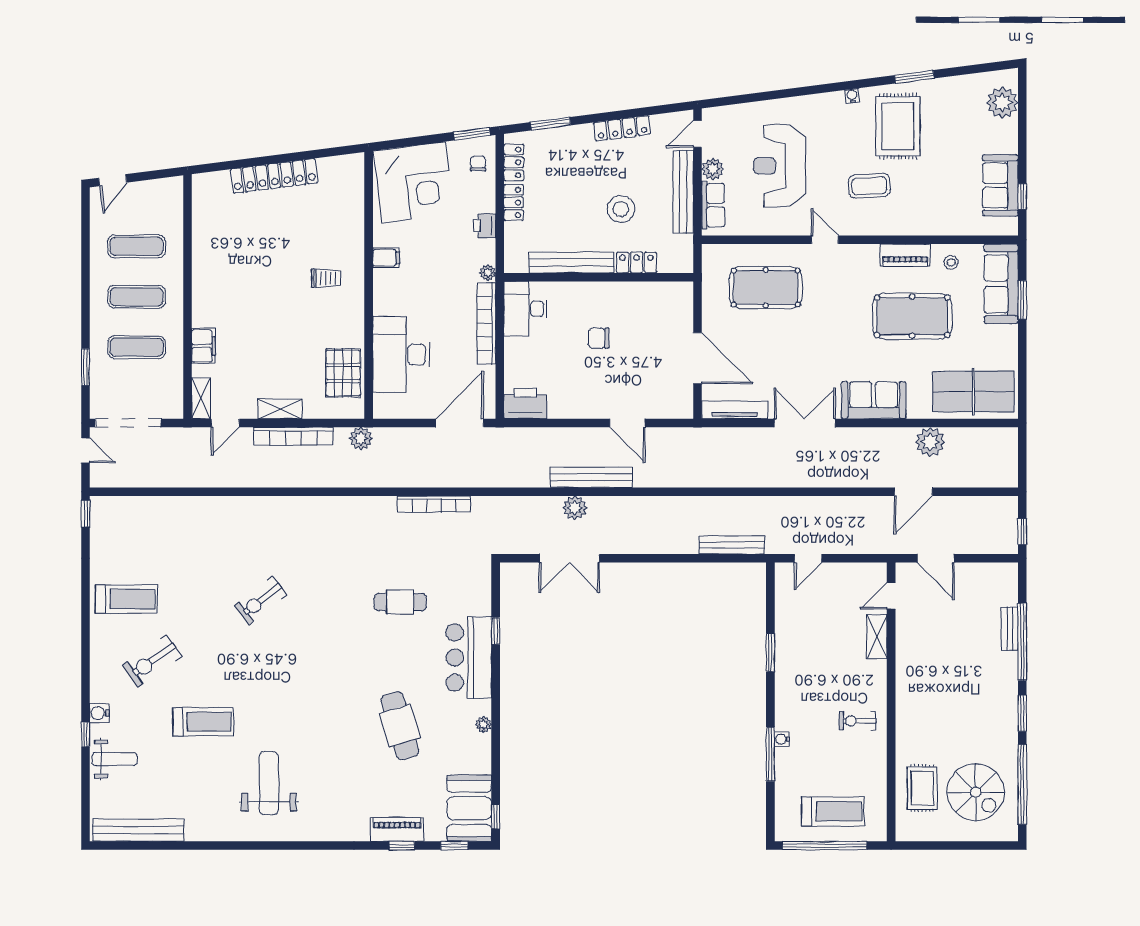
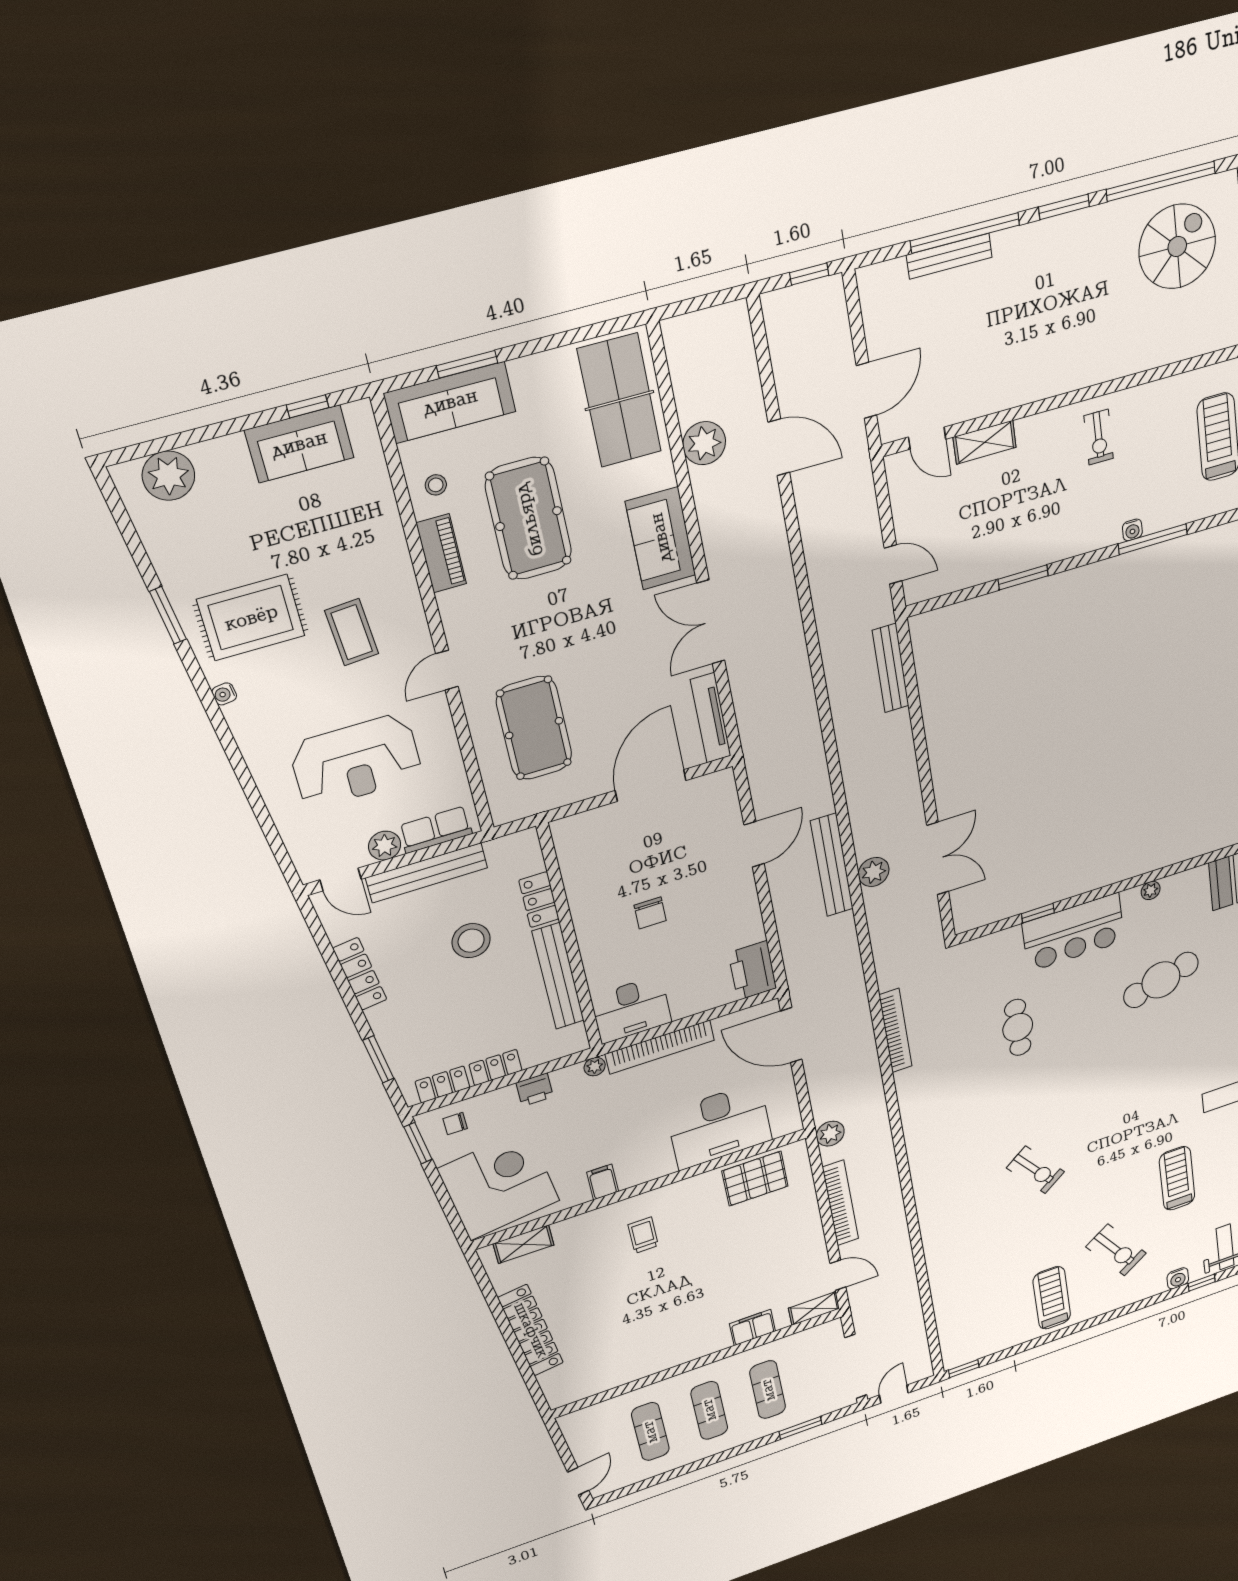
door: (113, 180) -> (578, 1481), hinge flipped
shelving: (280, 409) -> (523, 1244), moved, turned 90
bench: (1010, 629) -> (949, 256), width x1.36
rug: (922, 788) -> (1178, 324), removed

